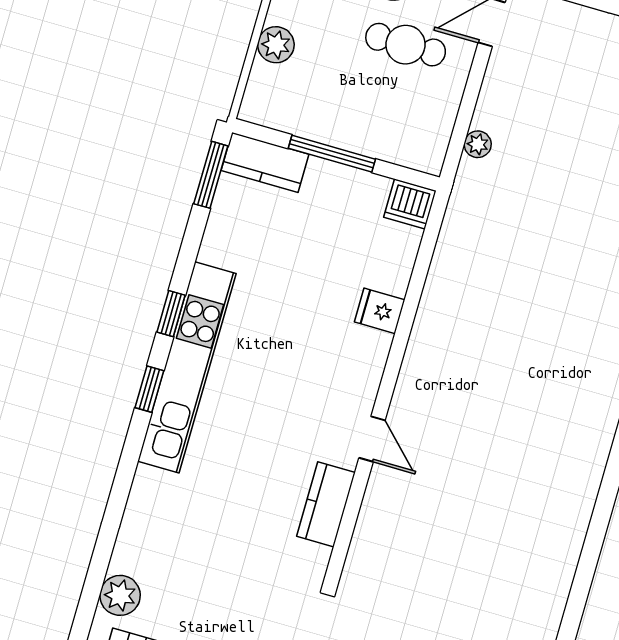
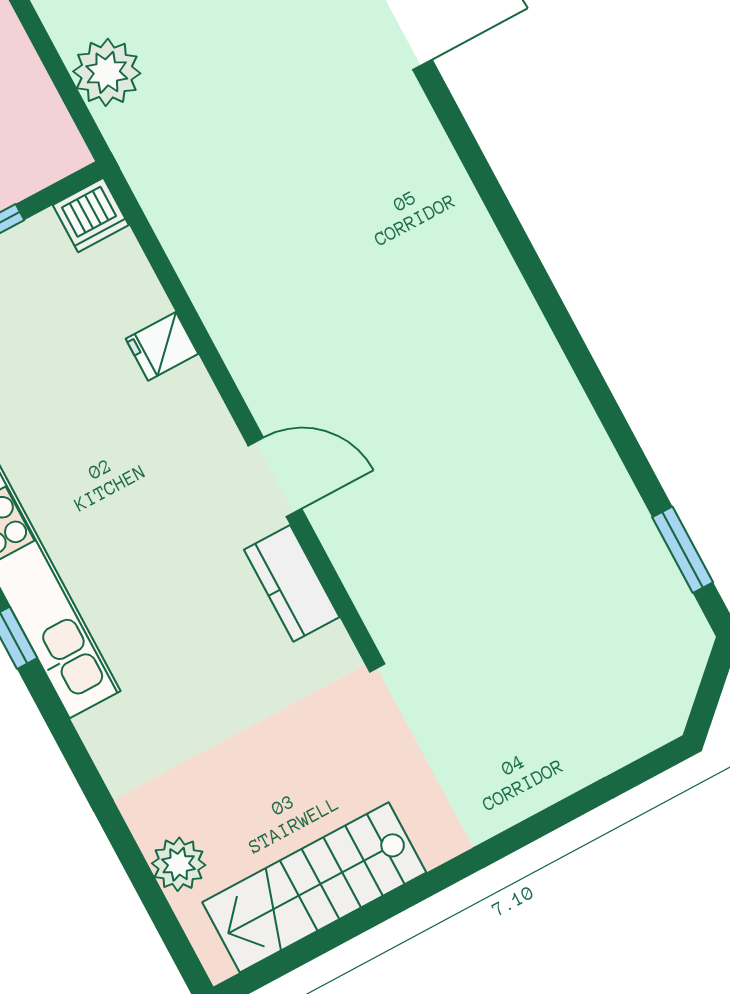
plant: (478, 144) -> (107, 72), width x1.88, depth x1.88
door: (372, 439) -> (275, 477), width x1.38

